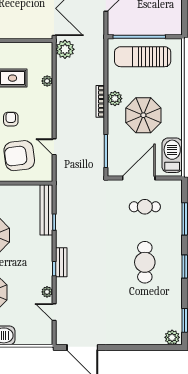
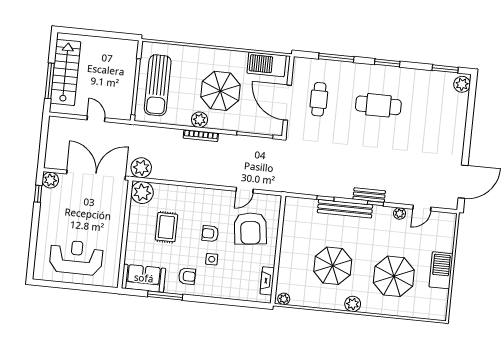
plant: (47, 81) -> (142, 192), moved, width x1.87, depth x1.87
bench: (46, 210) -> (345, 209), moved

